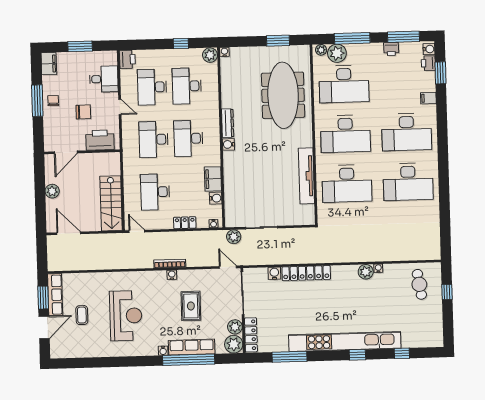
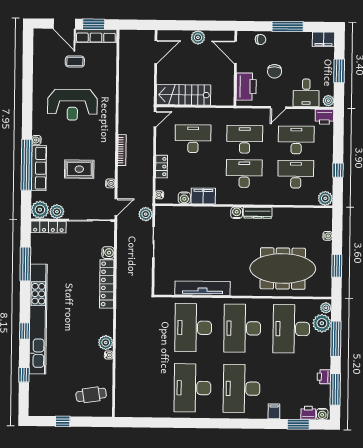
water cooler: (224, 52) -> (328, 236), moved
plant: (111, 56) -> (328, 101), added
chair: (53, 101) -> (260, 39), moved
water cooler: (172, 275) -> (110, 183), moved
window: (447, 292) -> (63, 421), moved

